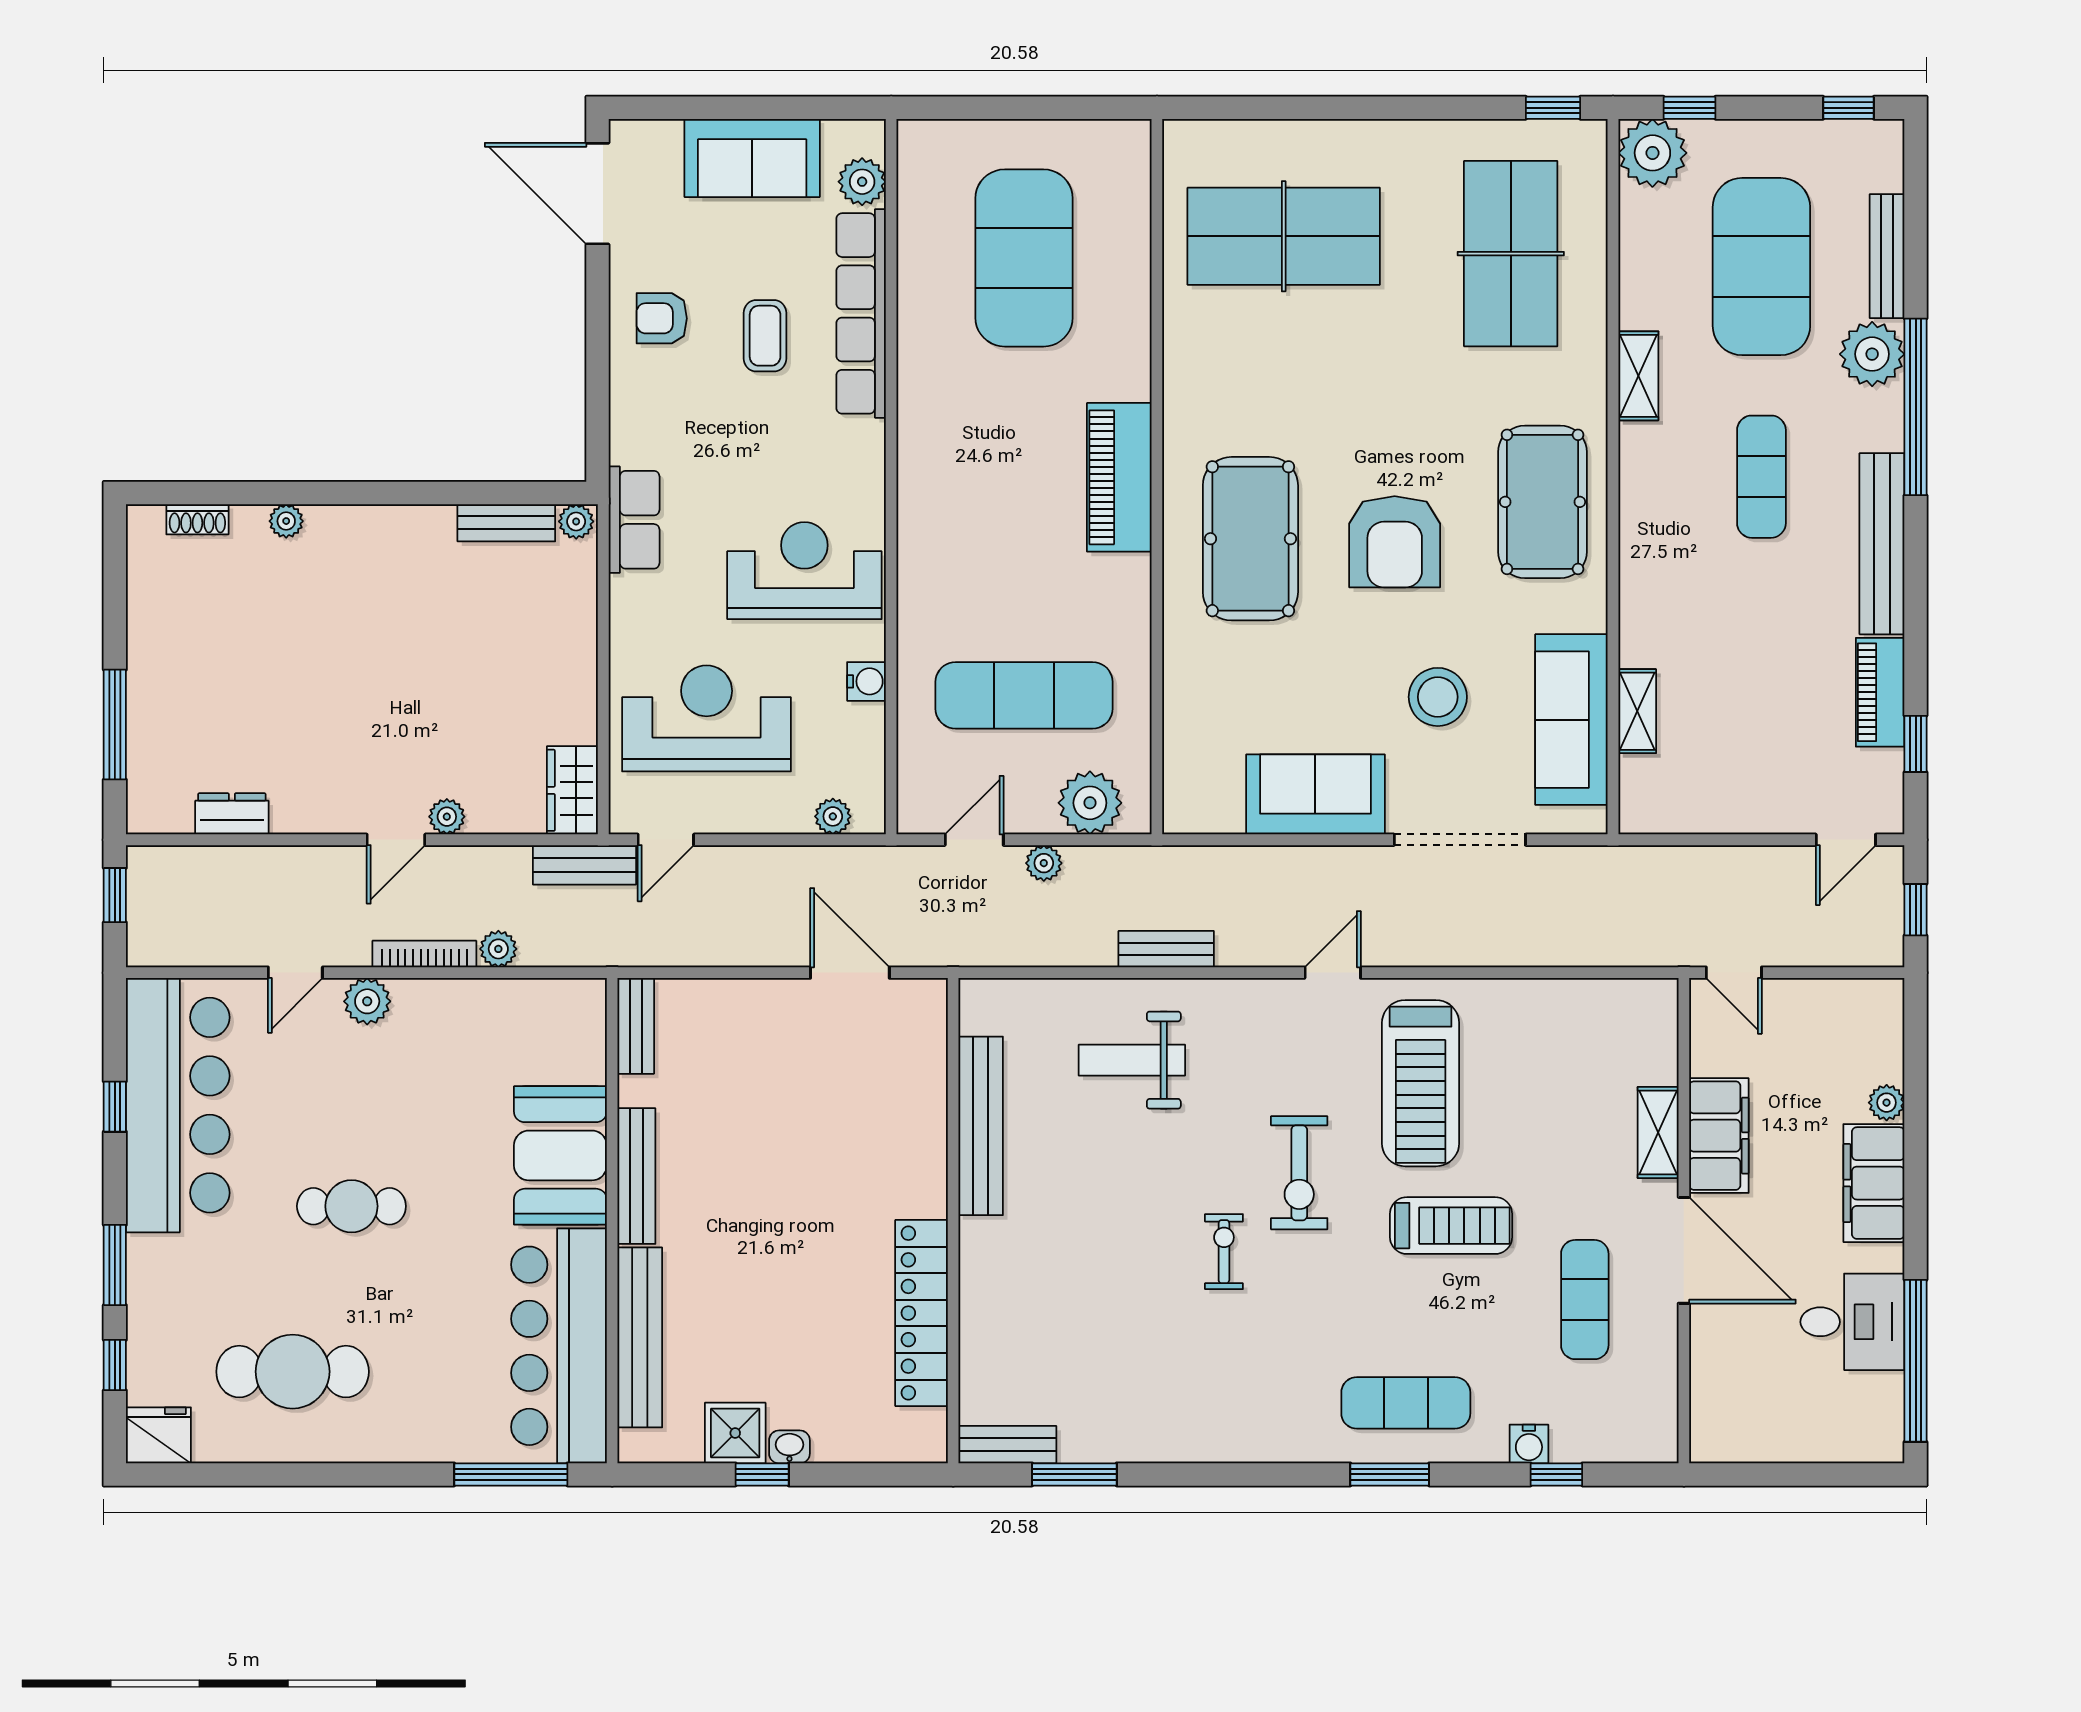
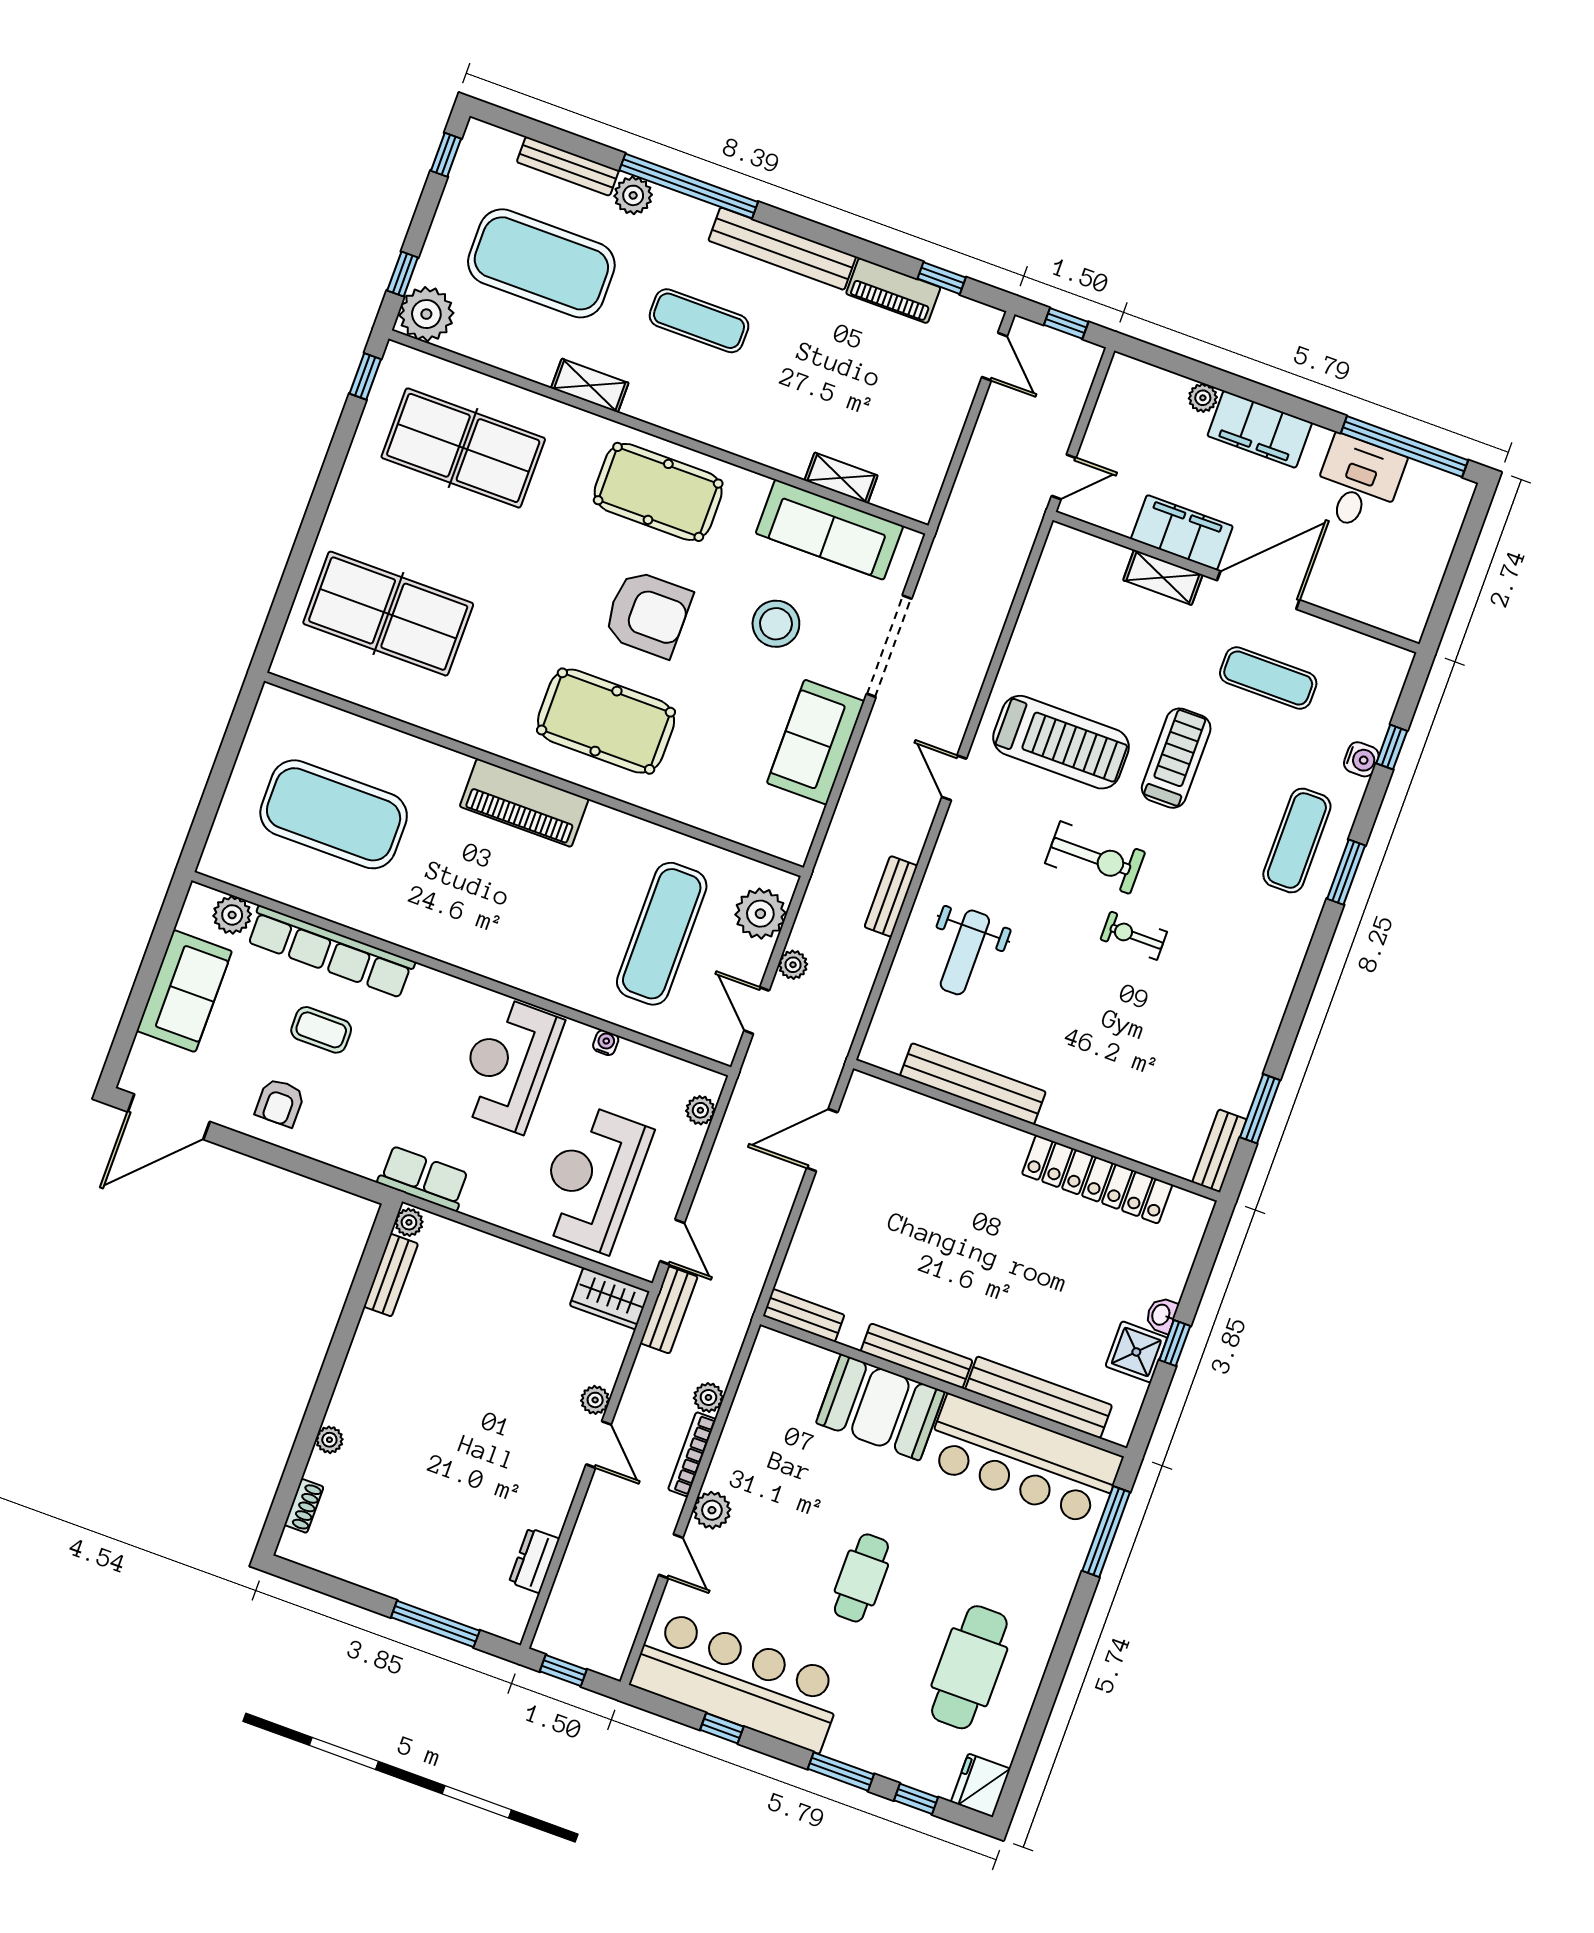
table tennis table: (1284, 236) -> (388, 614), turned 90
plant: (1872, 354) -> (633, 195), width x0.73, depth x0.73
water cooler: (866, 681) -> (606, 1043), width x0.72, depth x0.72

